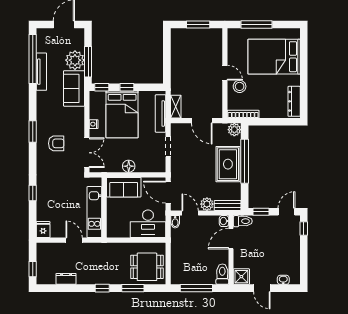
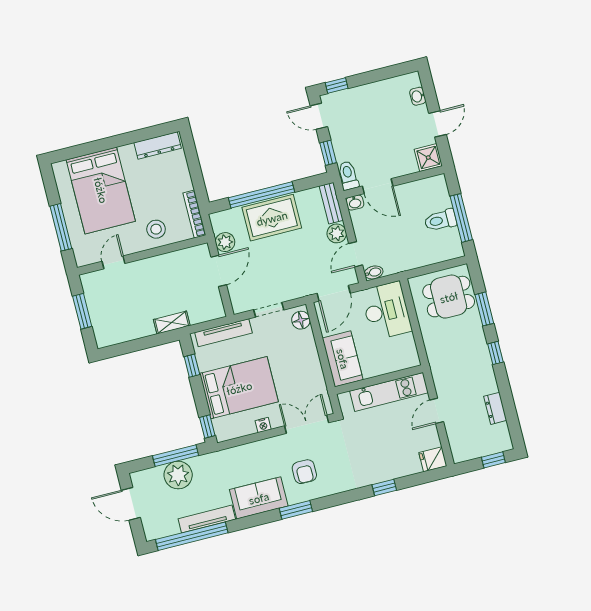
door: (225, 73) -> (114, 262), moved
window: (127, 87) -> (192, 366), moved
sofa: (74, 88) -> (259, 498), moved, turned 180
shelving: (176, 107) -> (172, 323), moved
plant: (234, 130) -> (225, 242), moved
armchair: (56, 143) -> (304, 472), turned 180
floor lamp: (129, 166) -> (301, 320), moved
dining table: (147, 267) -> (449, 297), turned 90
toilet: (222, 274) -> (440, 220), moved

